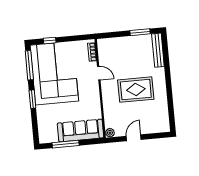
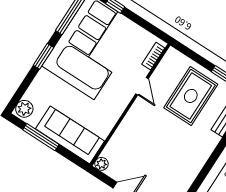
rug: (136, 90) -> (191, 96), moved, turned 90
plant: (44, 136) -> (24, 109), added

